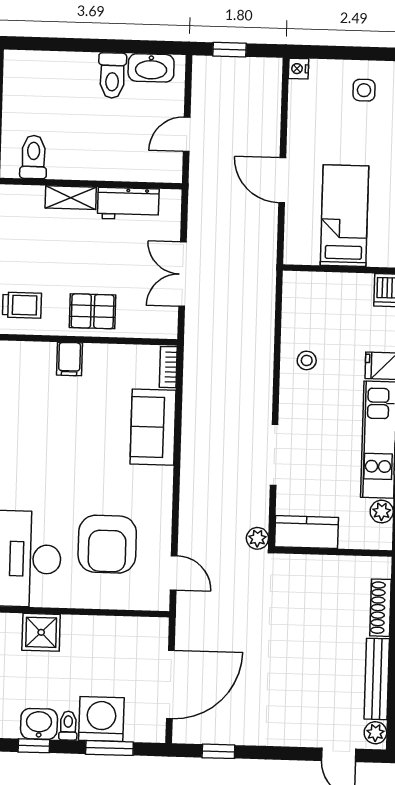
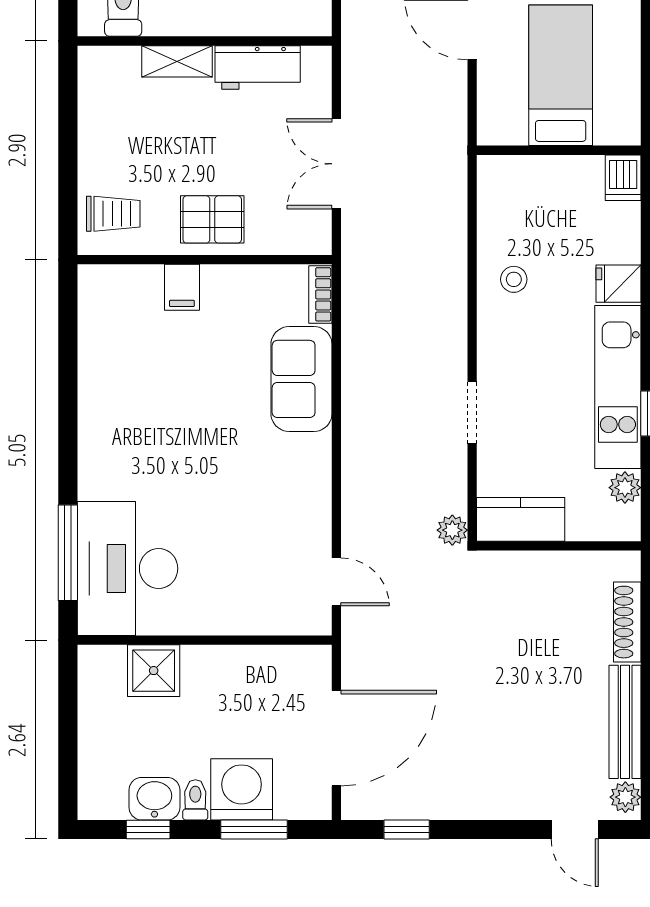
doorway: (274, 455) -> (472, 413), width x0.73
armchair: (107, 544) -> (242, 544), removed

